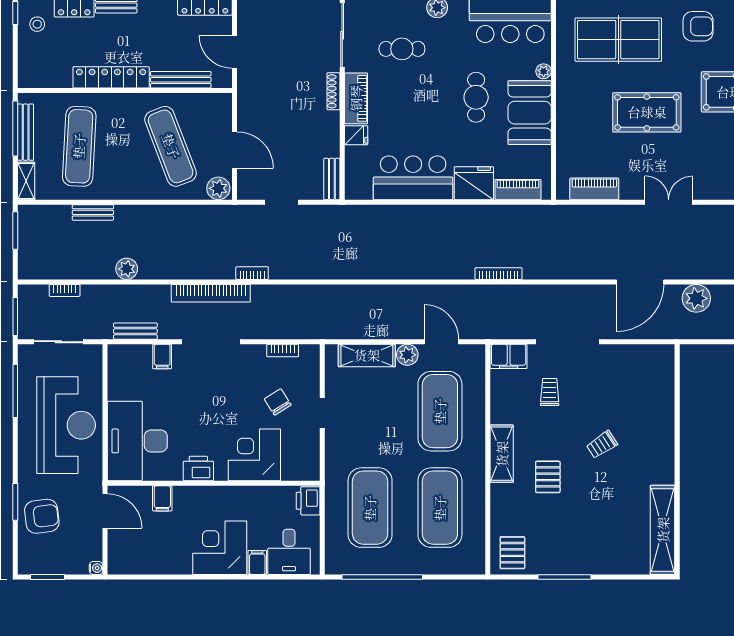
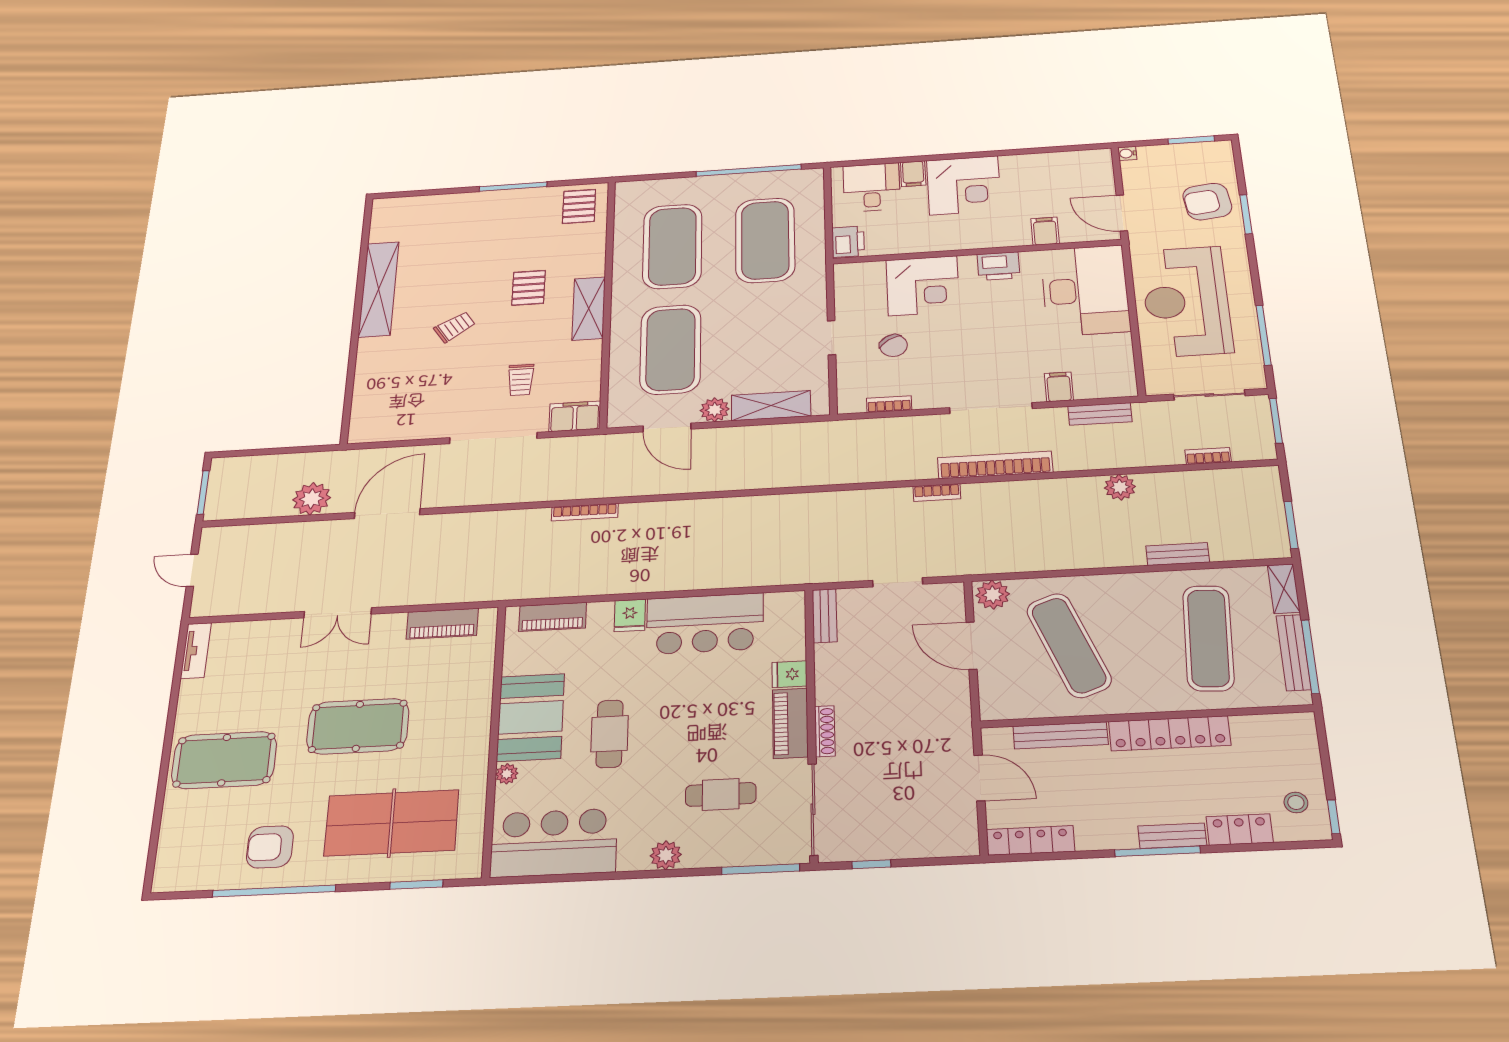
fridge: (474, 183) -> (630, 615), width x0.53, depth x0.75
shelving: (663, 530) -> (379, 289), moved

